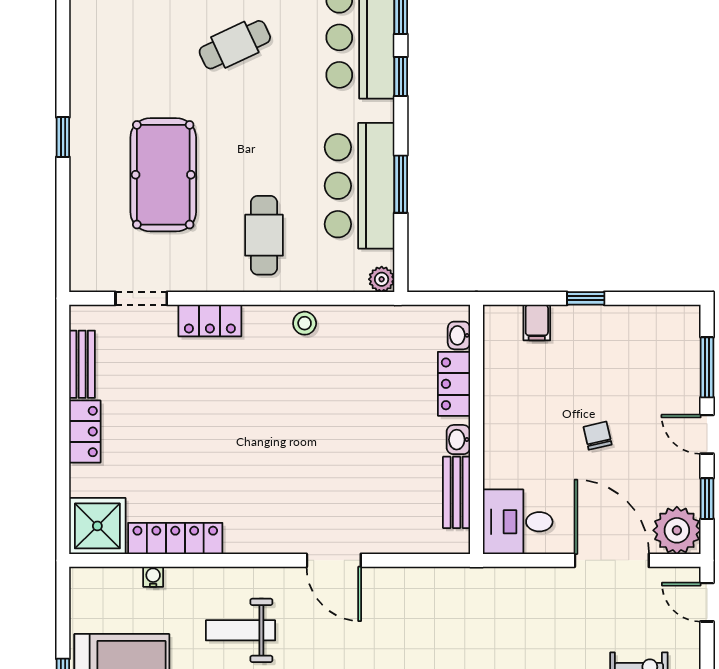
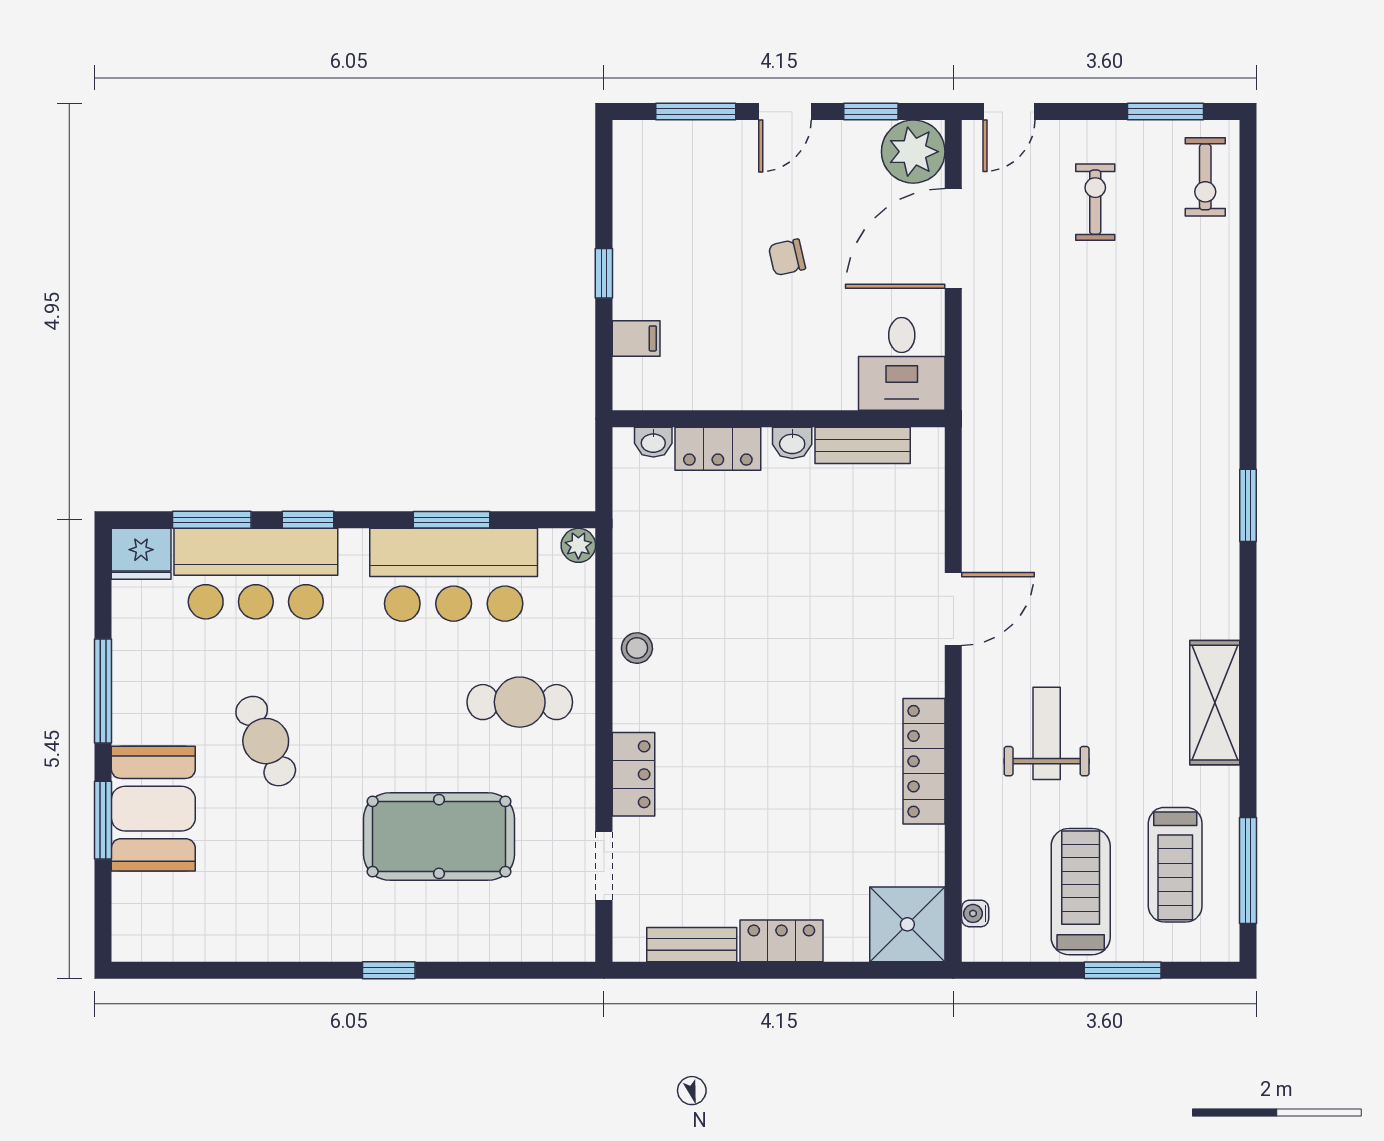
locker: (175, 538) -> (924, 761), moved
water cooler: (153, 577) -> (975, 913), moved
weight bench: (241, 630) -> (1047, 733), turned 180

